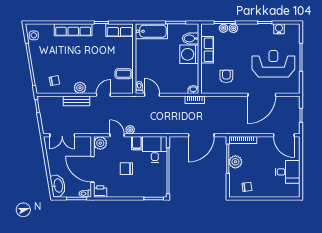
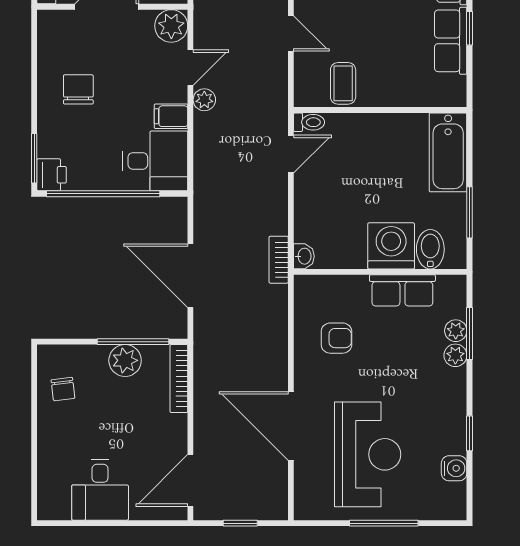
row of seats: (120, 30) -> (451, 41), moved
chair: (126, 169) -> (78, 89), moved
printer: (100, 191) -> (52, 175), moved

